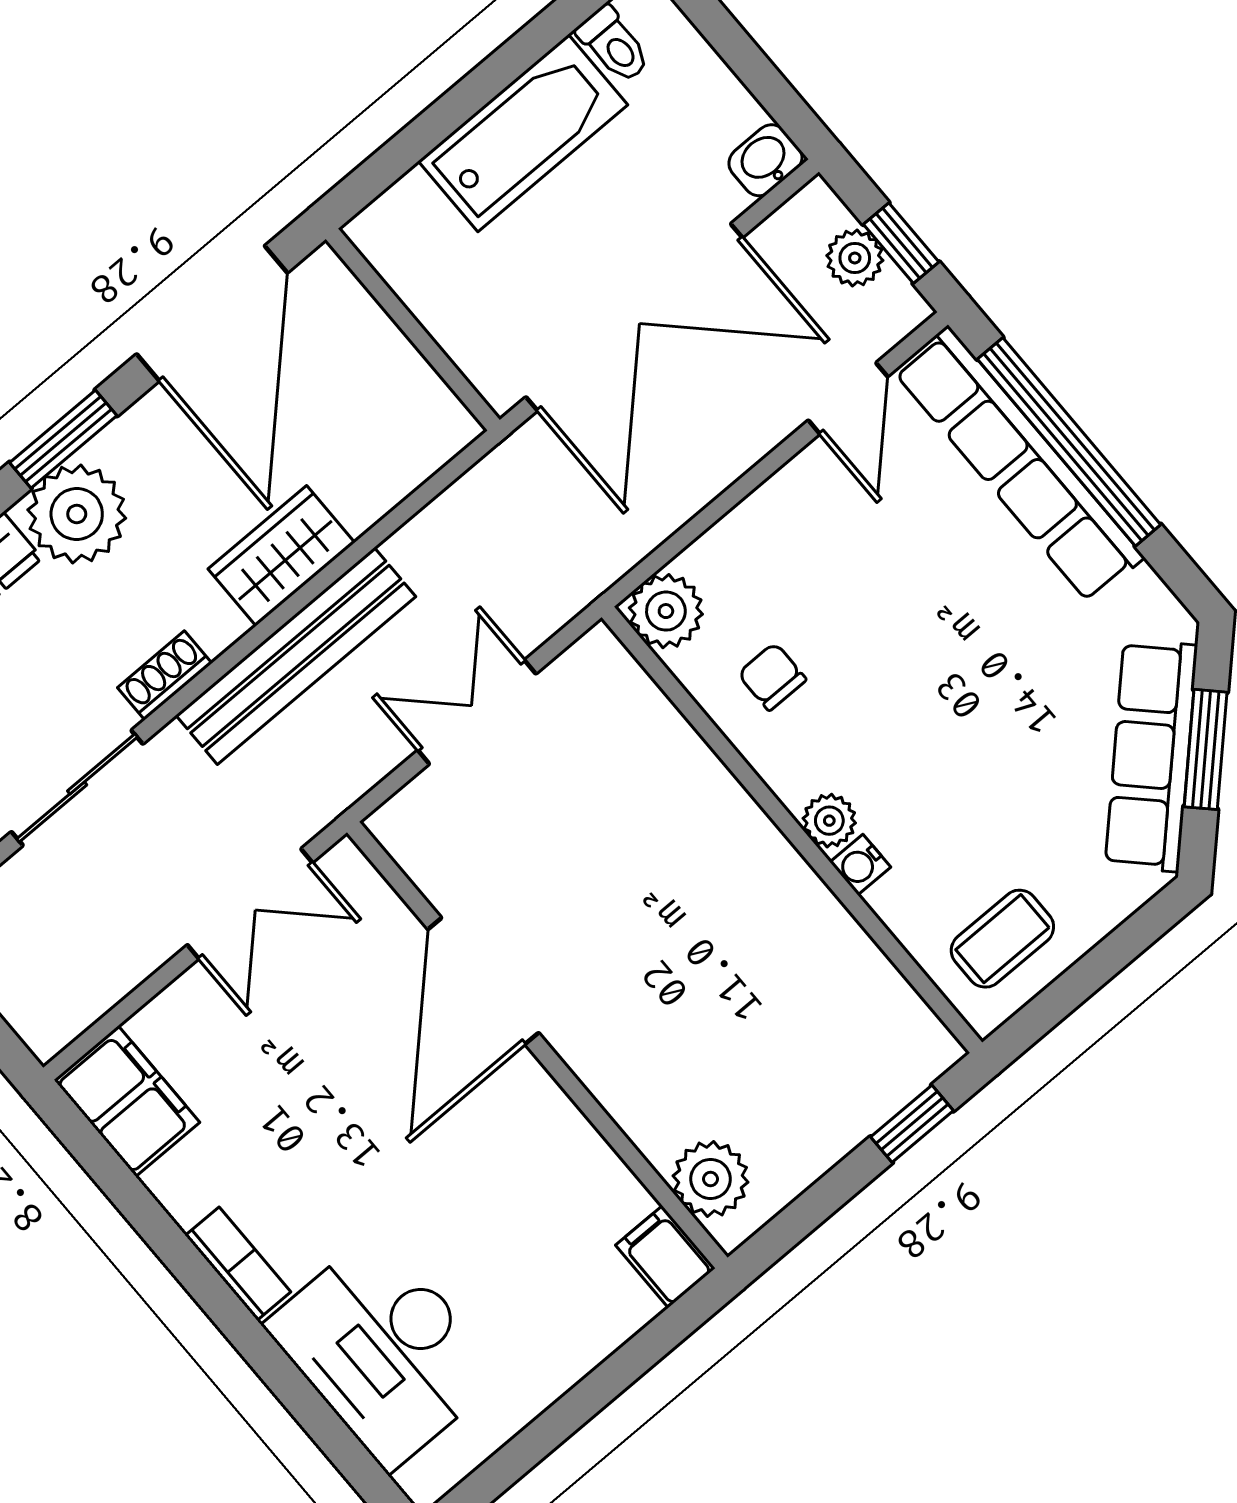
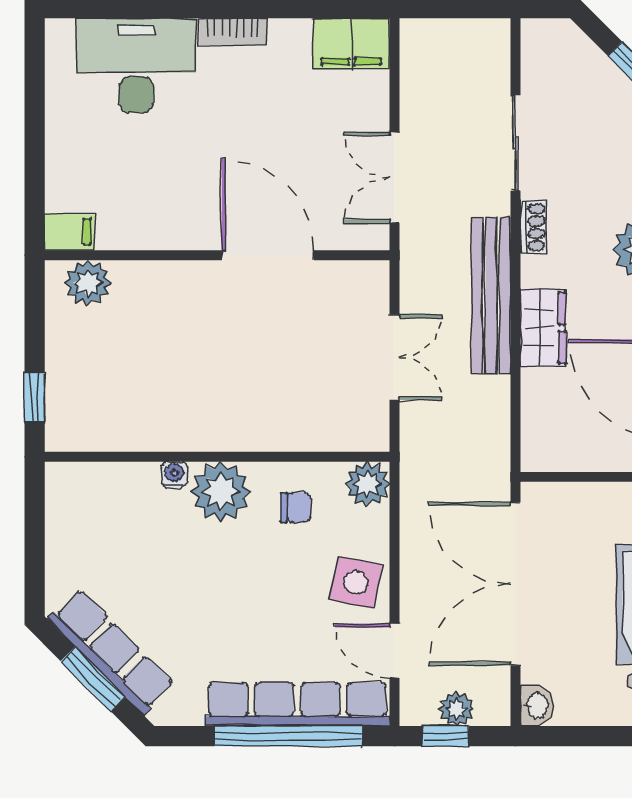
side table: (803, 521) -> (356, 582), added
plant: (829, 821) -> (221, 492), width x1.87, depth x1.87
coffee table: (1002, 939) -> (85, 511), removed

